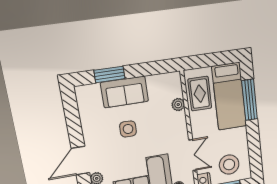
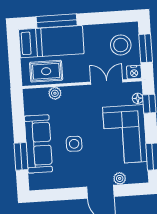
sofa: (125, 92) -> (38, 144), width x1.36

